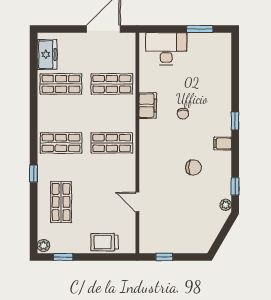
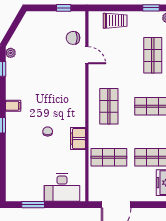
shop shelf: (112, 143) -> (109, 106), turned 90
chair: (193, 167) -> (73, 38), moved

